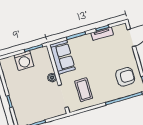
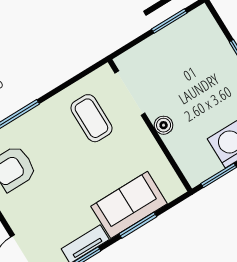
sofa: (62, 57) -> (129, 205), moved, turned 90

